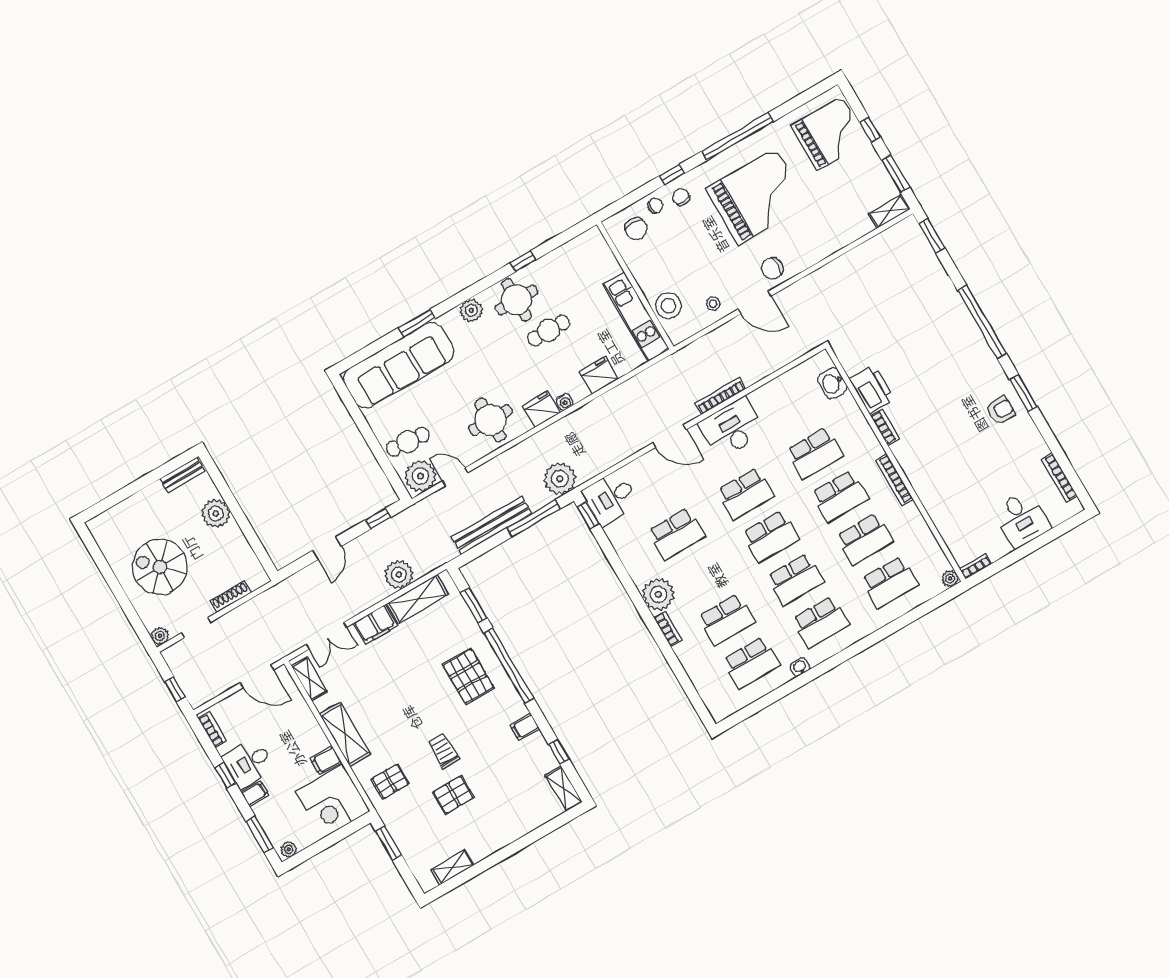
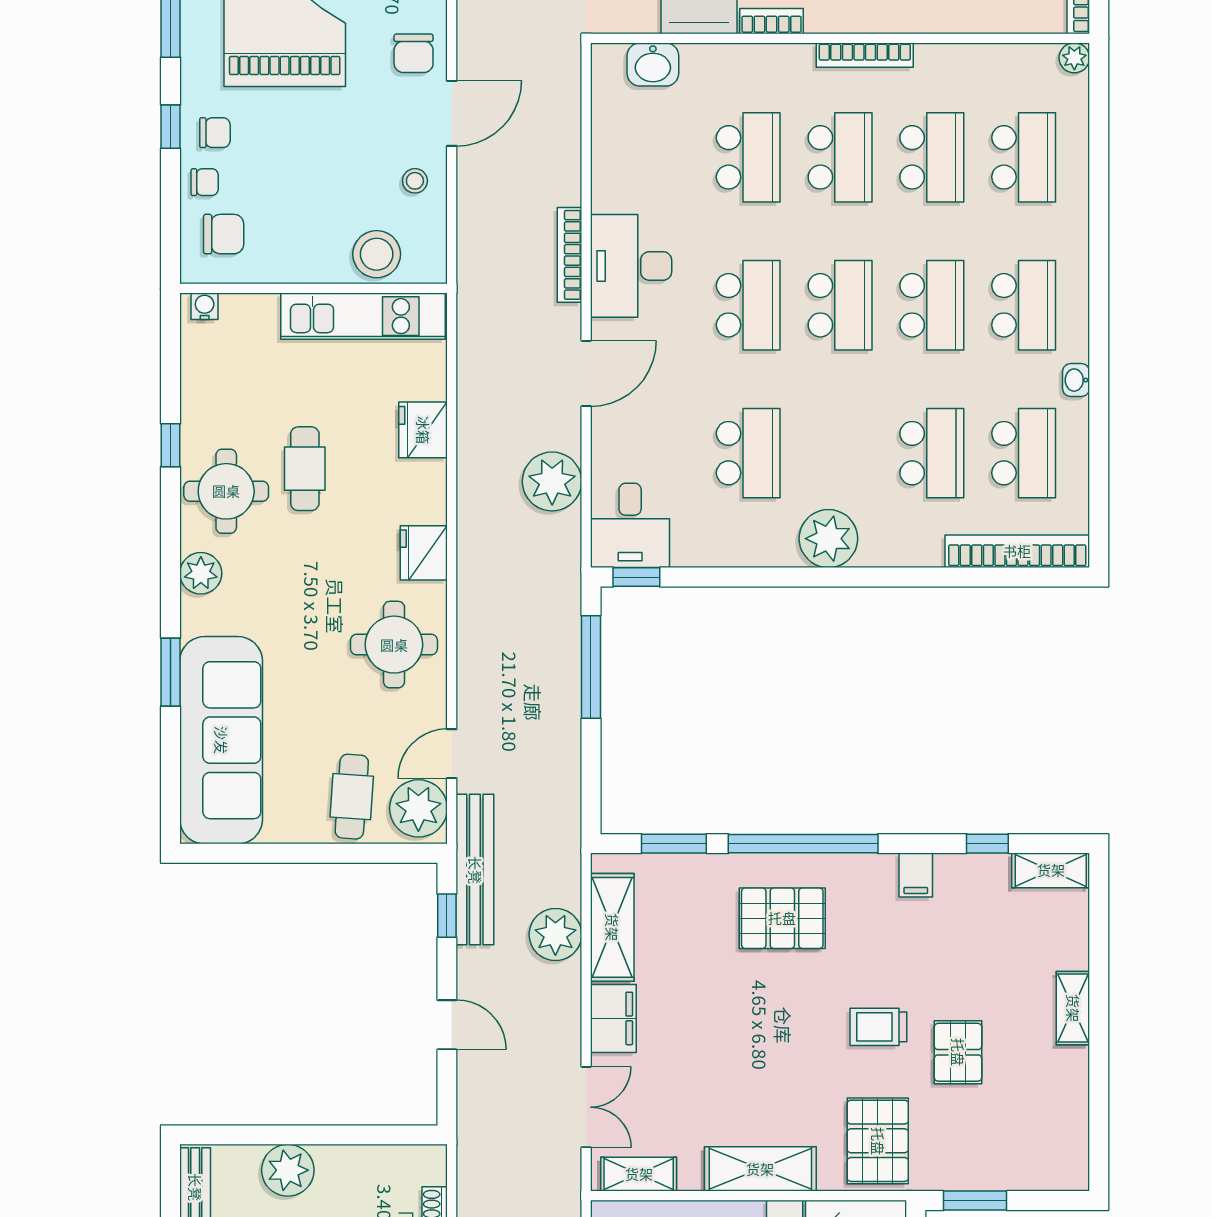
chair: (681, 197) -> (215, 133), turned 180
chair: (655, 206) -> (205, 182), turned 90
water cooler: (565, 402) -> (205, 306), moved, turned -90
plant: (560, 479) -> (552, 481), moved
bench: (492, 525) -> (475, 870), moved
bookcase: (668, 629) -> (1017, 551), moved, width x2.31, depth x1.31
pallet: (390, 781) -> (878, 1141), width x1.50, depth x1.42
shelving: (453, 867) -> (1073, 1008), moved

